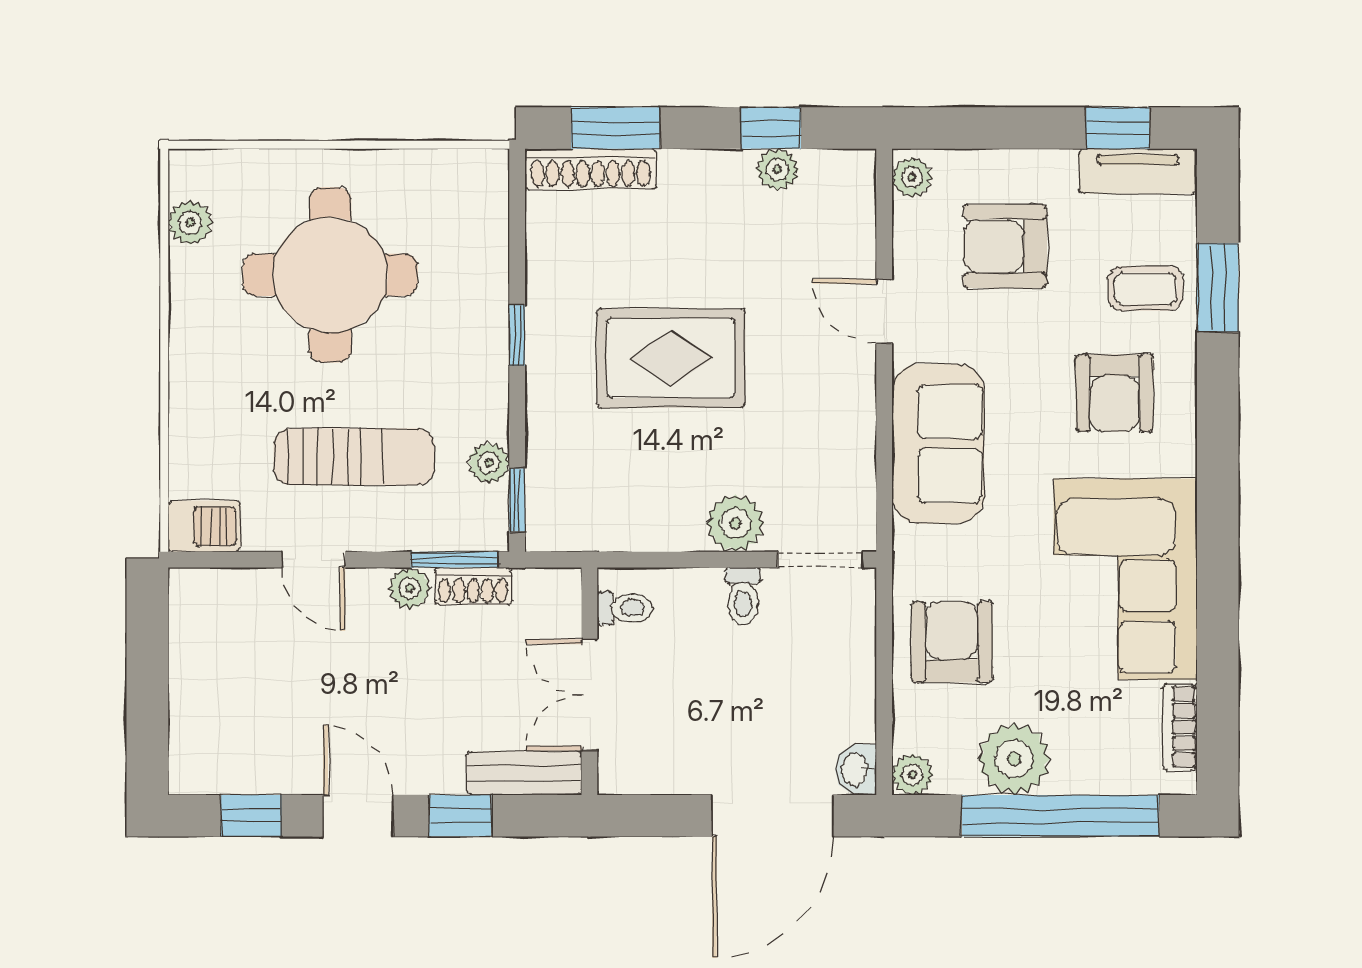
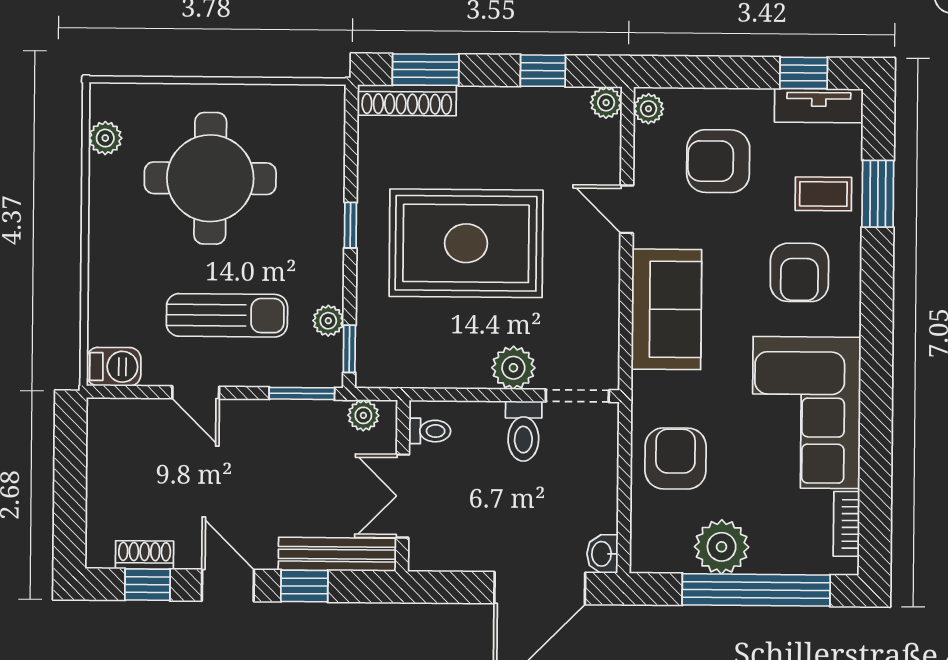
plant: (778, 170) -> (606, 103), moved
rug: (671, 358) -> (466, 243), width x1.37, depth x1.44
shoe rack: (473, 586) -> (145, 555), moved, turned 180
plant: (410, 588) -> (363, 415), moved
toilet: (743, 596) -> (523, 431), width x1.37, depth x1.39
bench: (524, 773) -> (337, 554), width x1.36
plant: (913, 774) -> (645, 558), removed

